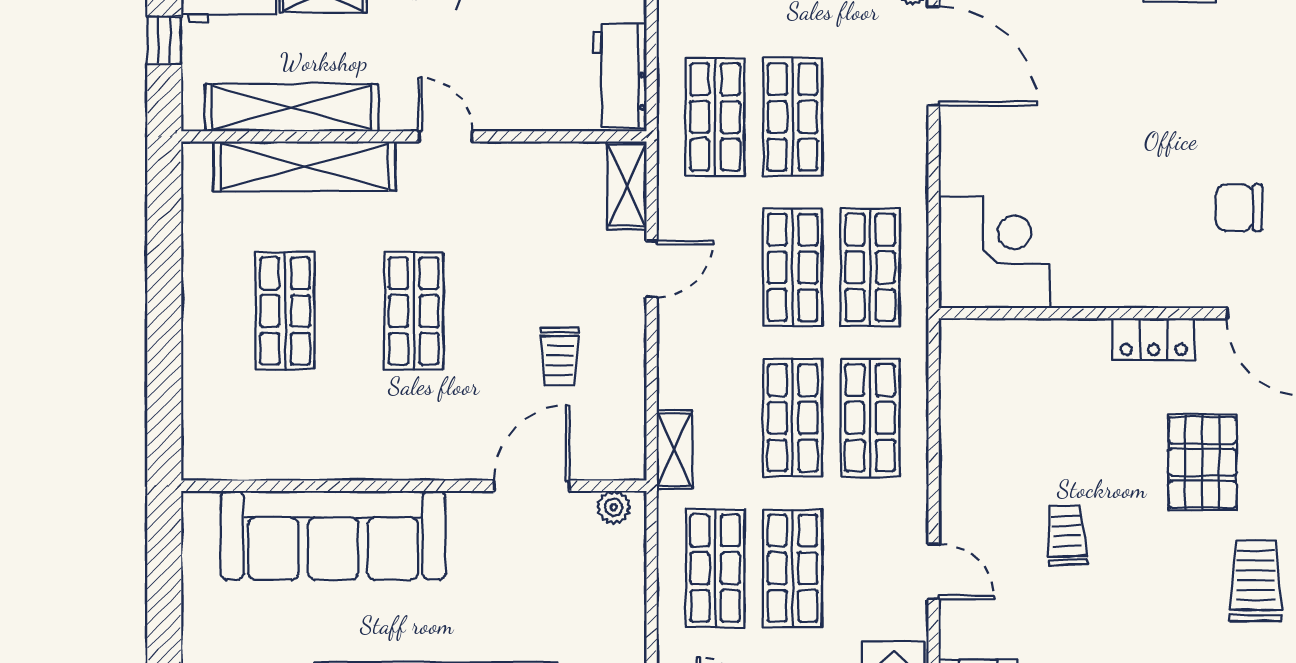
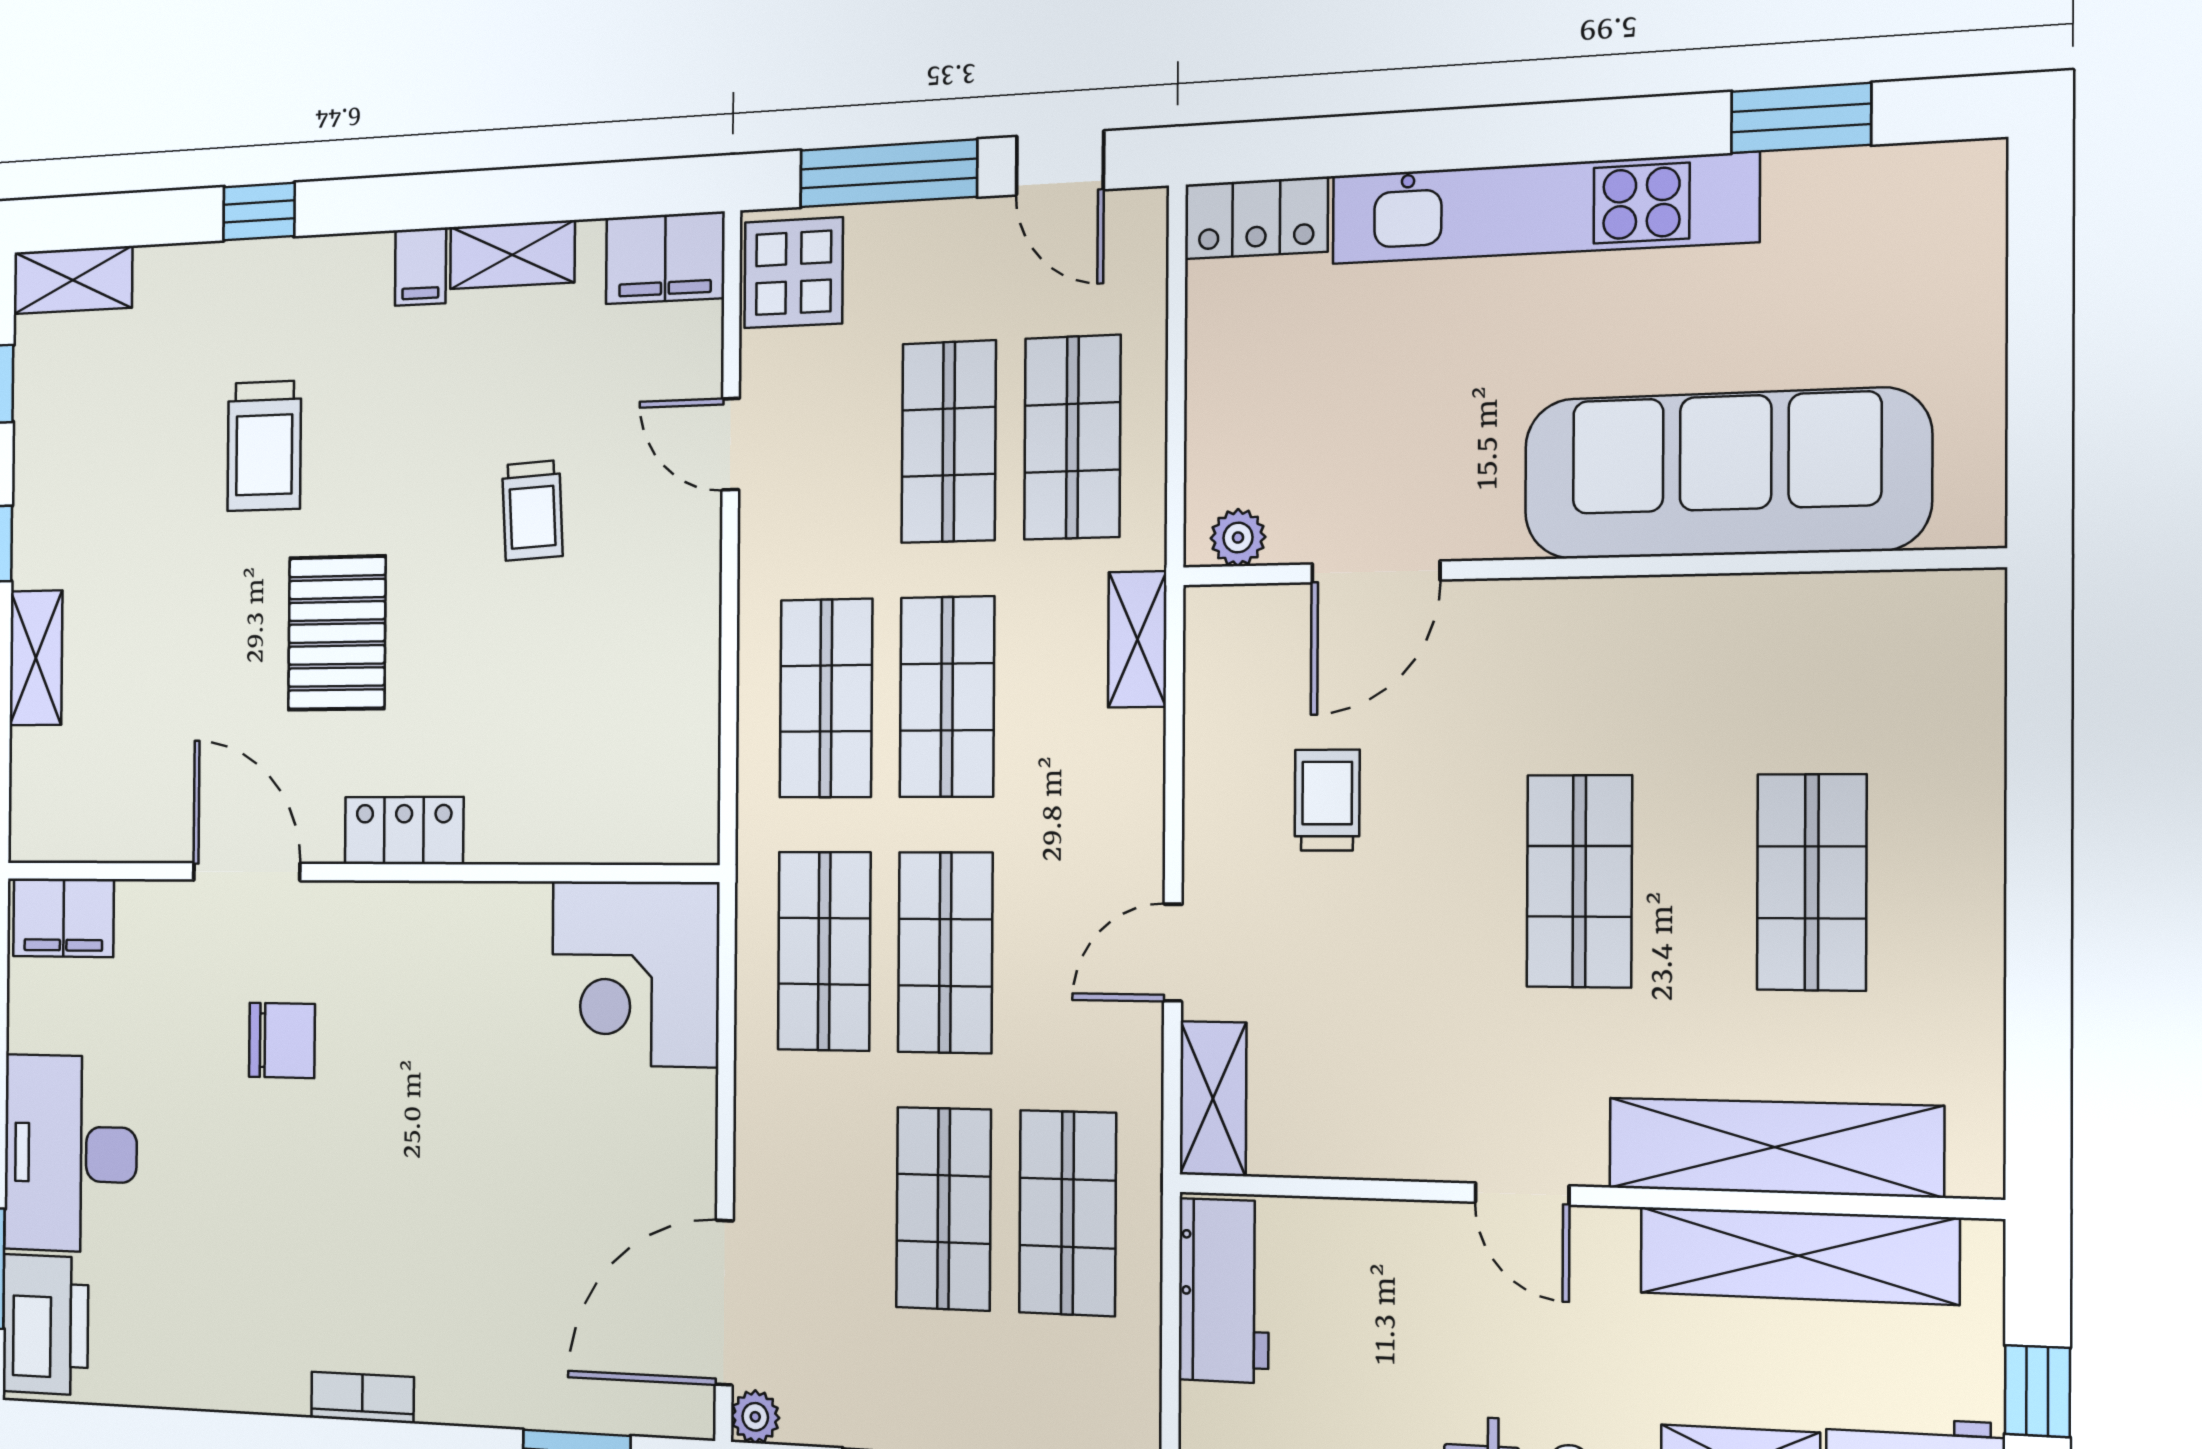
door: (934, 56) -> (724, 1303), hinge flipped

